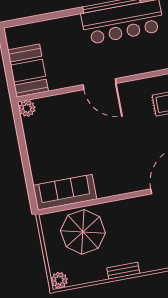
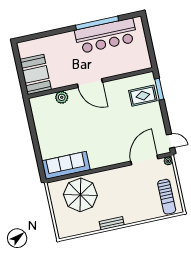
plant: (27, 108) -> (62, 97), moved
plant: (59, 280) -> (64, 232), removed

